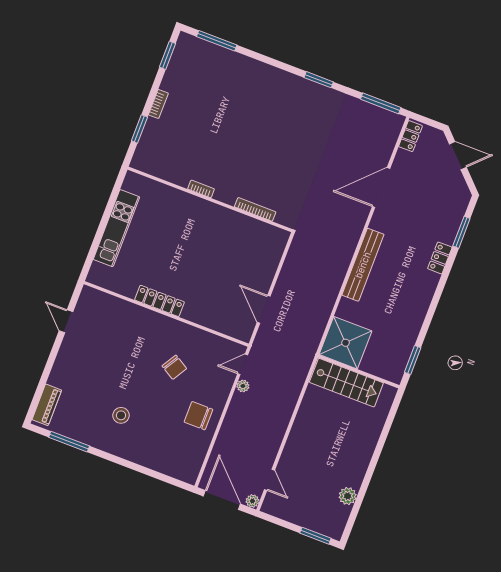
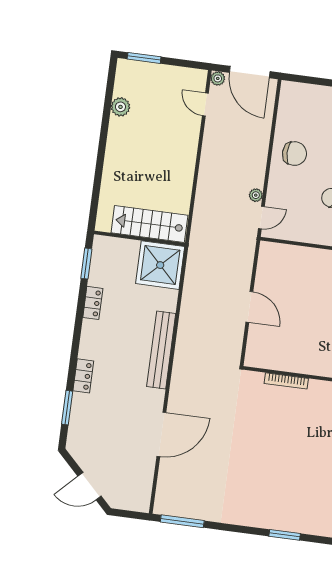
window: (319, 80) -> (285, 535), moved
locker: (411, 136) -> (93, 303), moved, turned 180
door: (264, 309) -> (249, 307), moved

